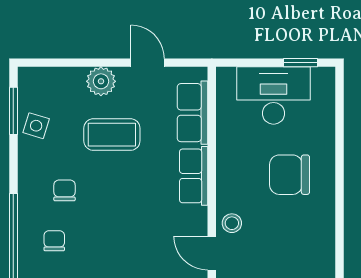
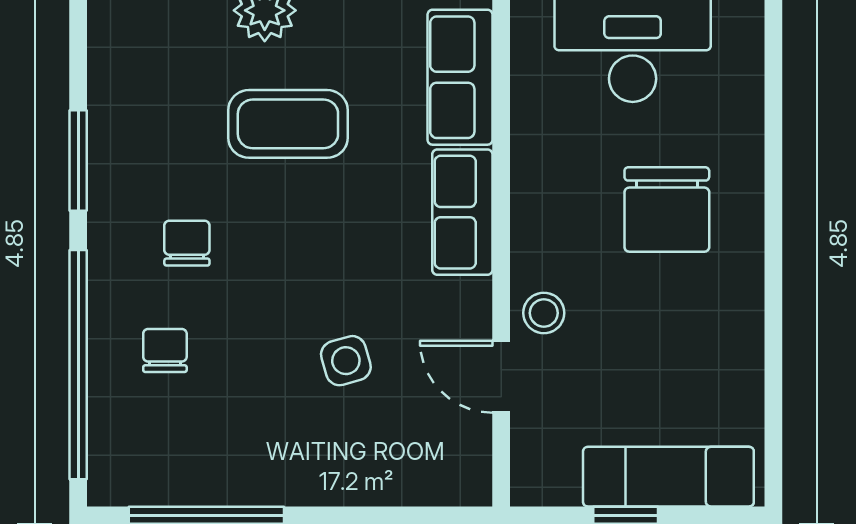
window: (13, 111) -> (78, 161), moved
side table: (36, 126) -> (346, 361), moved, turned -33
chair: (290, 175) -> (667, 209), turned -90

